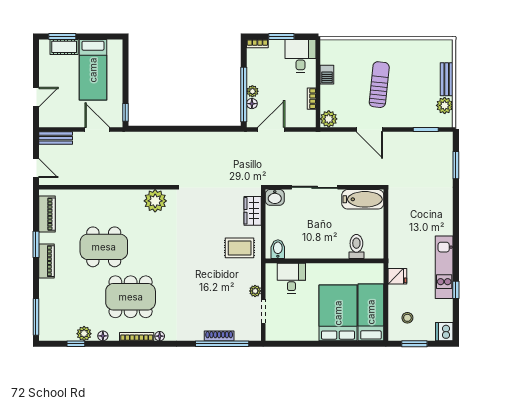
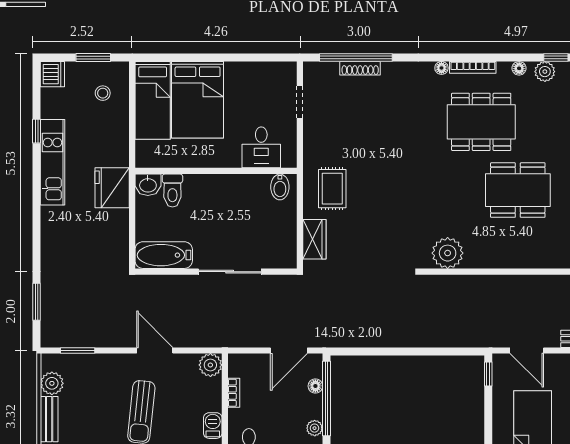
plant: (252, 91) -> (315, 428), moved
washbasin: (275, 197) -> (148, 185), moved, turned 180
rug: (240, 248) -> (332, 189), turned 90
fridge: (397, 276) -> (112, 188), moved, width x1.88, depth x1.34
plant: (255, 291) -> (311, 130), removed

